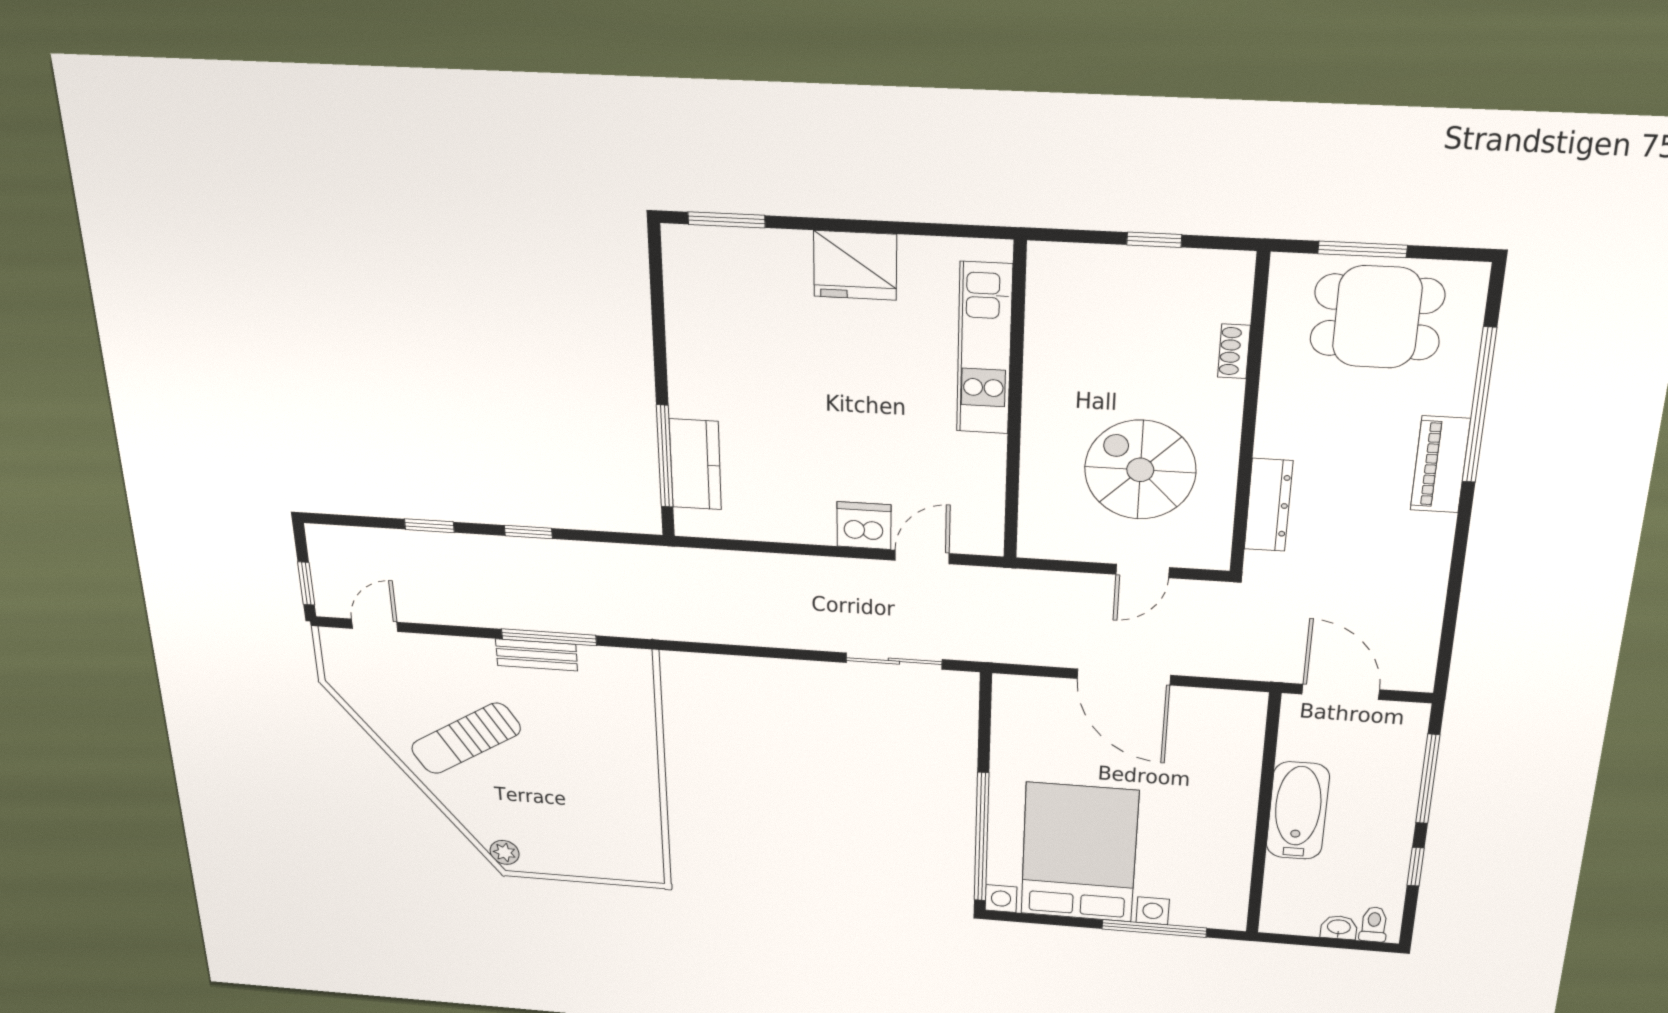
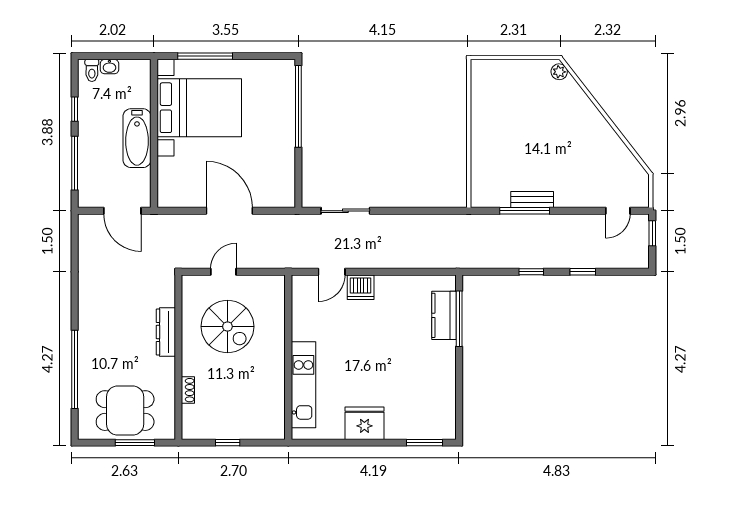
piano: (1440, 464) -> (89, 338), removed
dresser: (1269, 505) -> (166, 332), moved
sun lounger: (466, 738) -> (575, 144), removed
bed with nightstands: (1079, 853) -> (199, 108), moved, turned -90

